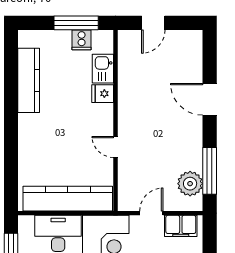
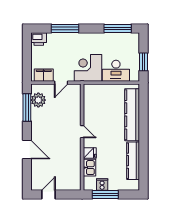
door: (153, 23) -> (49, 194), moved
door: (116, 147) -> (82, 132), moved
kitchen counter: (68, 199) -> (132, 115), moved, turned 90

